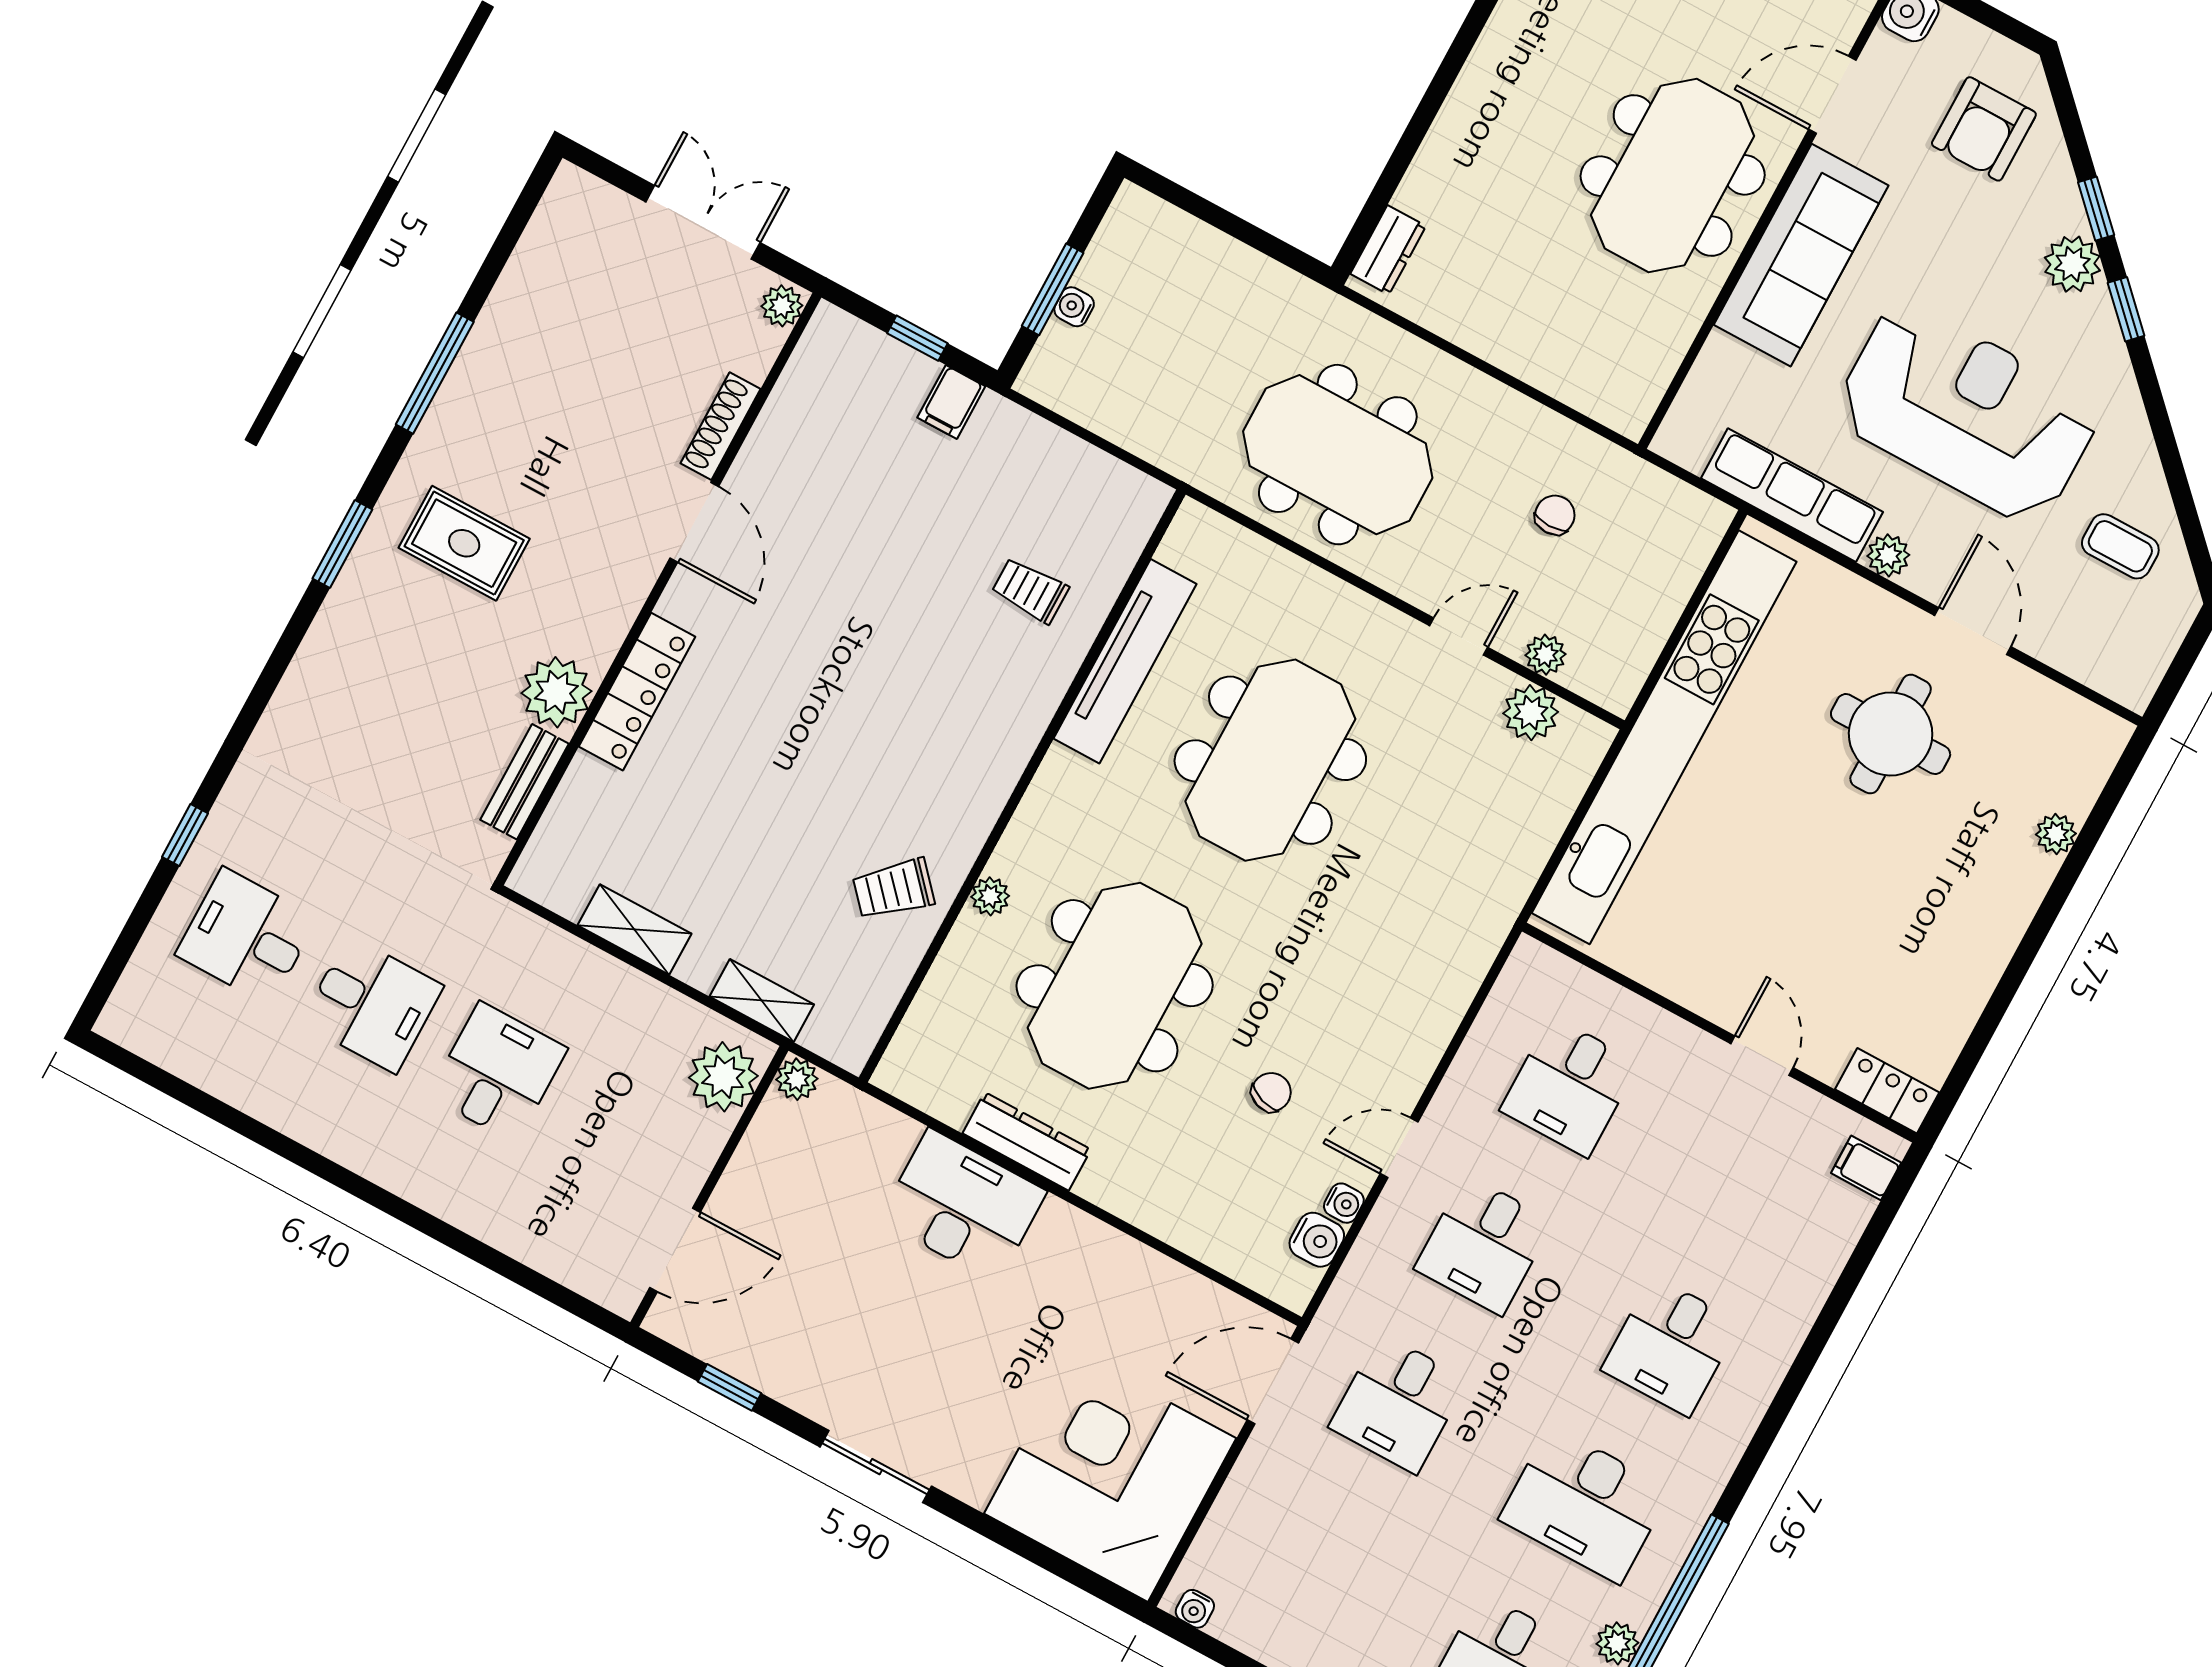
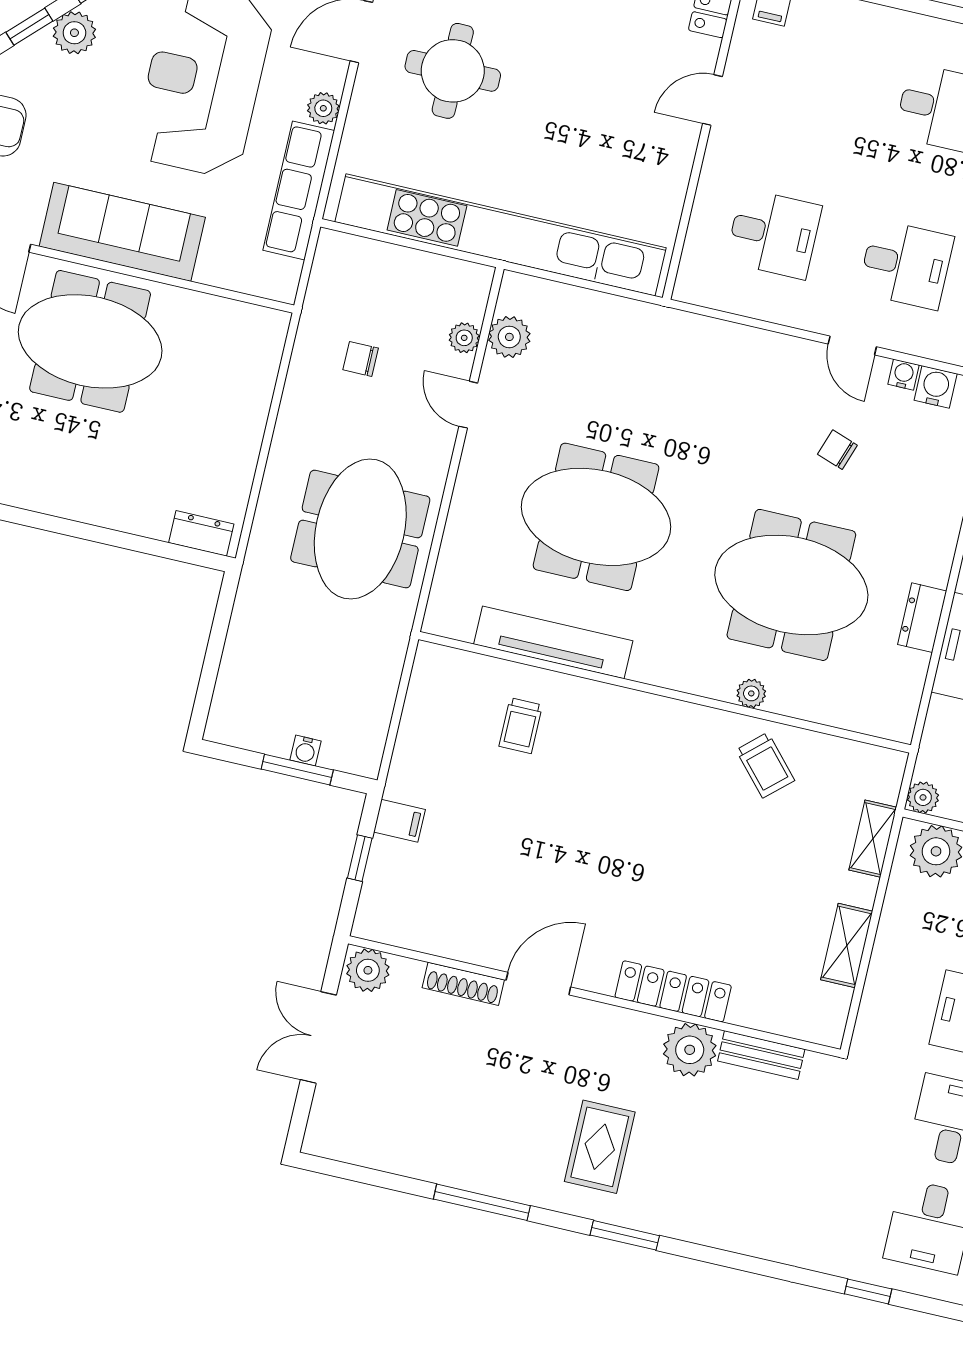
plant: (782, 306) -> (368, 970), width x1.38, depth x1.38
dresser: (1027, 1141) -> (922, 618), width x0.70

